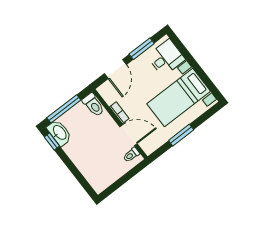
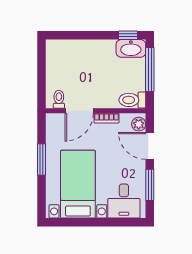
plant: (106, 88) -> (139, 124), added

